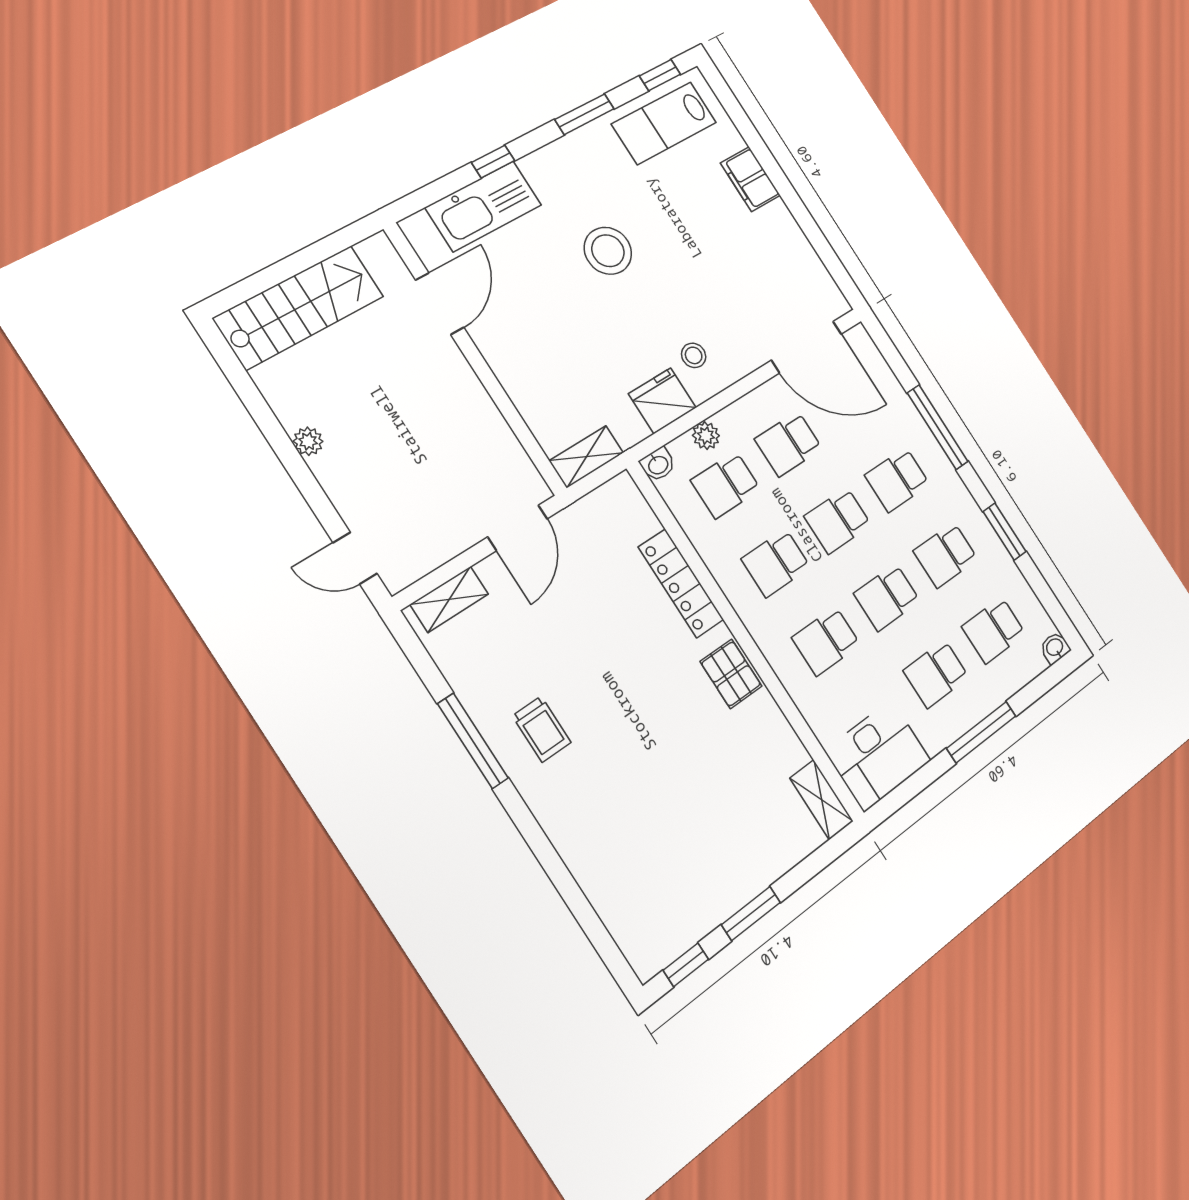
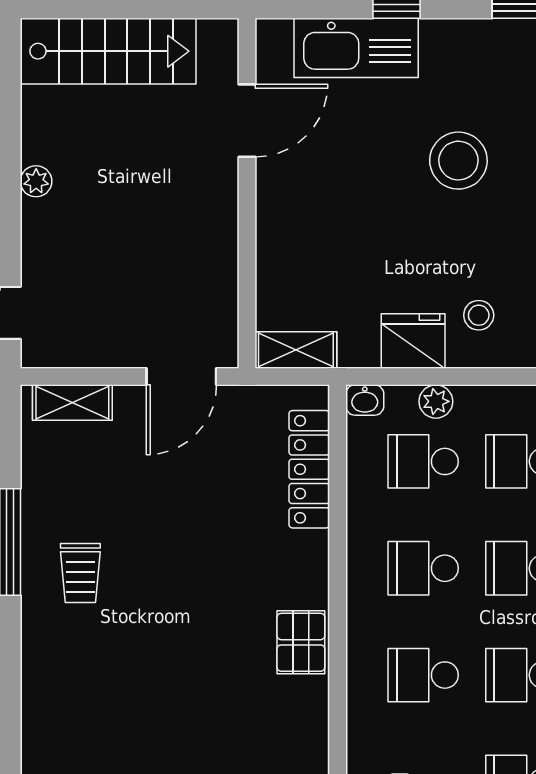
locker: (681, 583) -> (309, 469), moved

